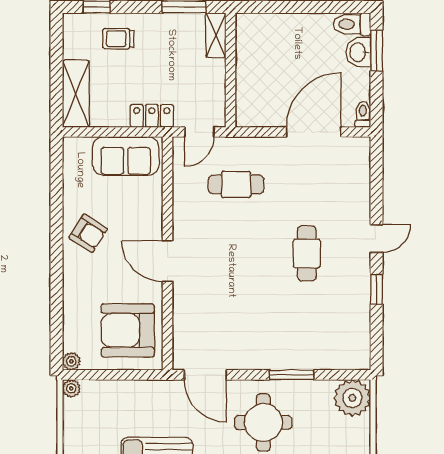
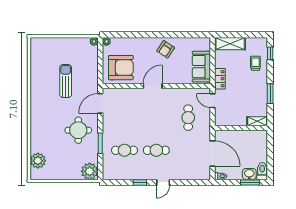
shelving: (216, 35) -> (257, 121), moved
wall: (231, 70) -> (241, 128), moved
door: (377, 239) -> (163, 182), hinge flipped
cafe table: (307, 322) -> (124, 150), added
armchair: (128, 330) -> (121, 68), turned 90

